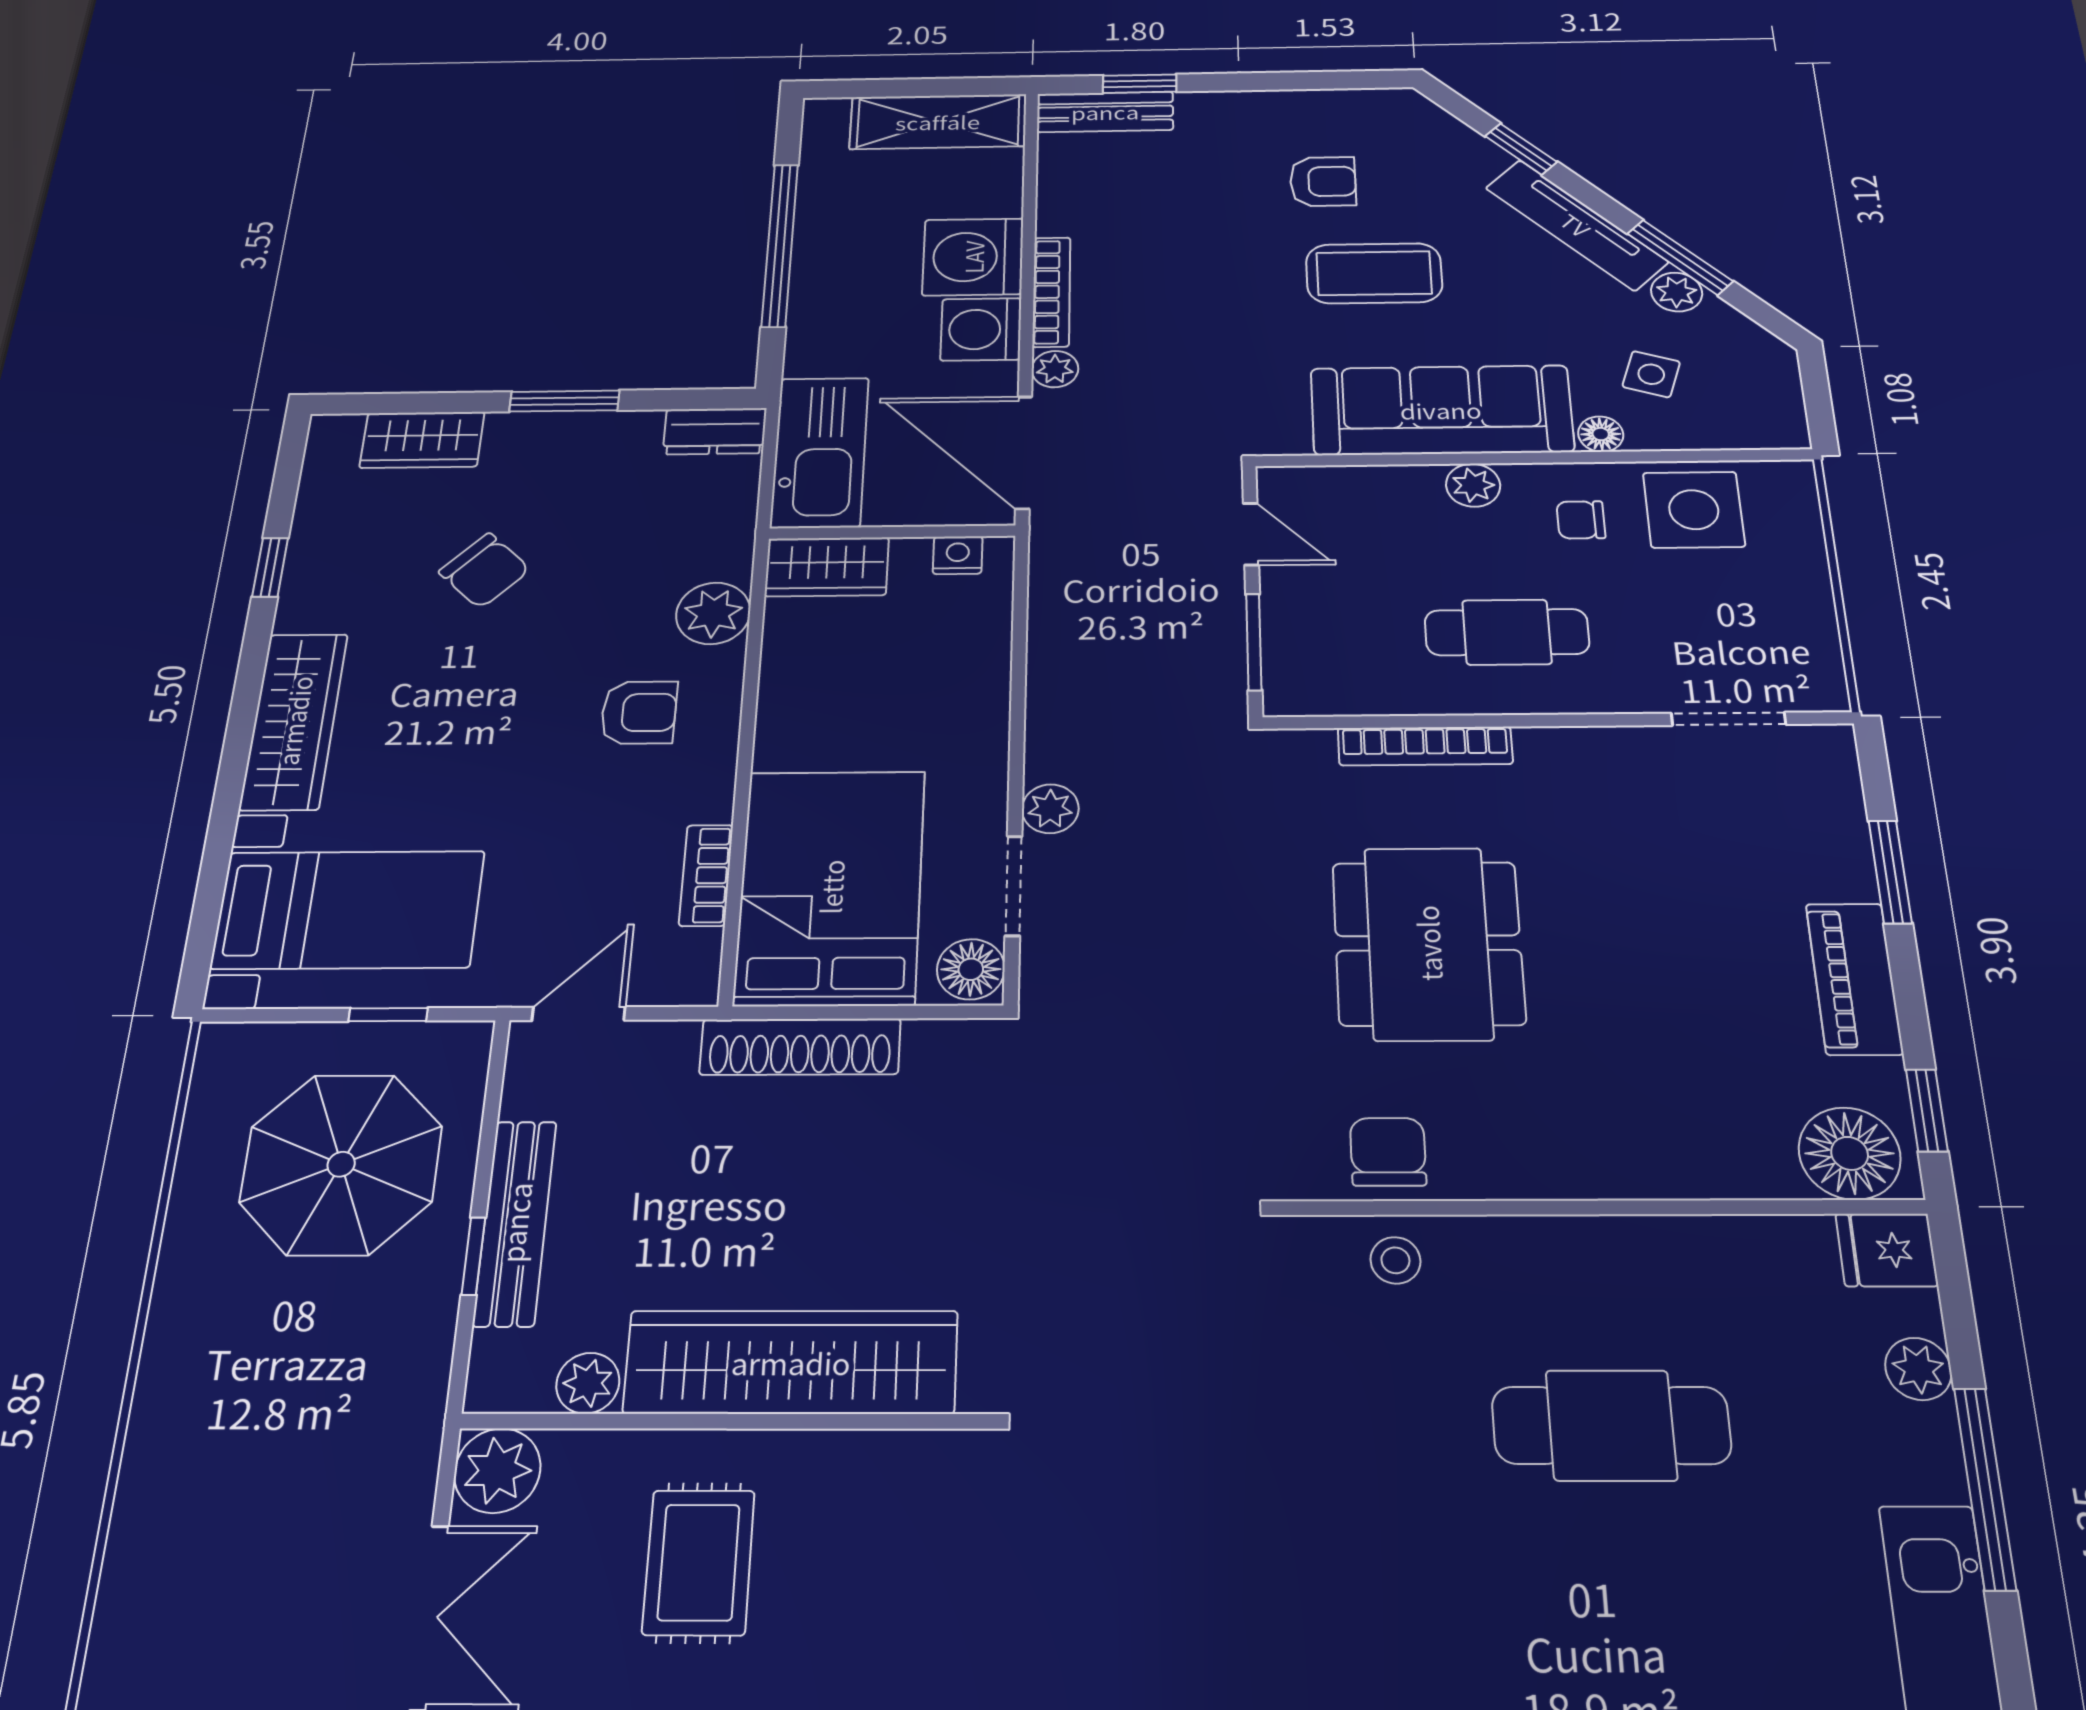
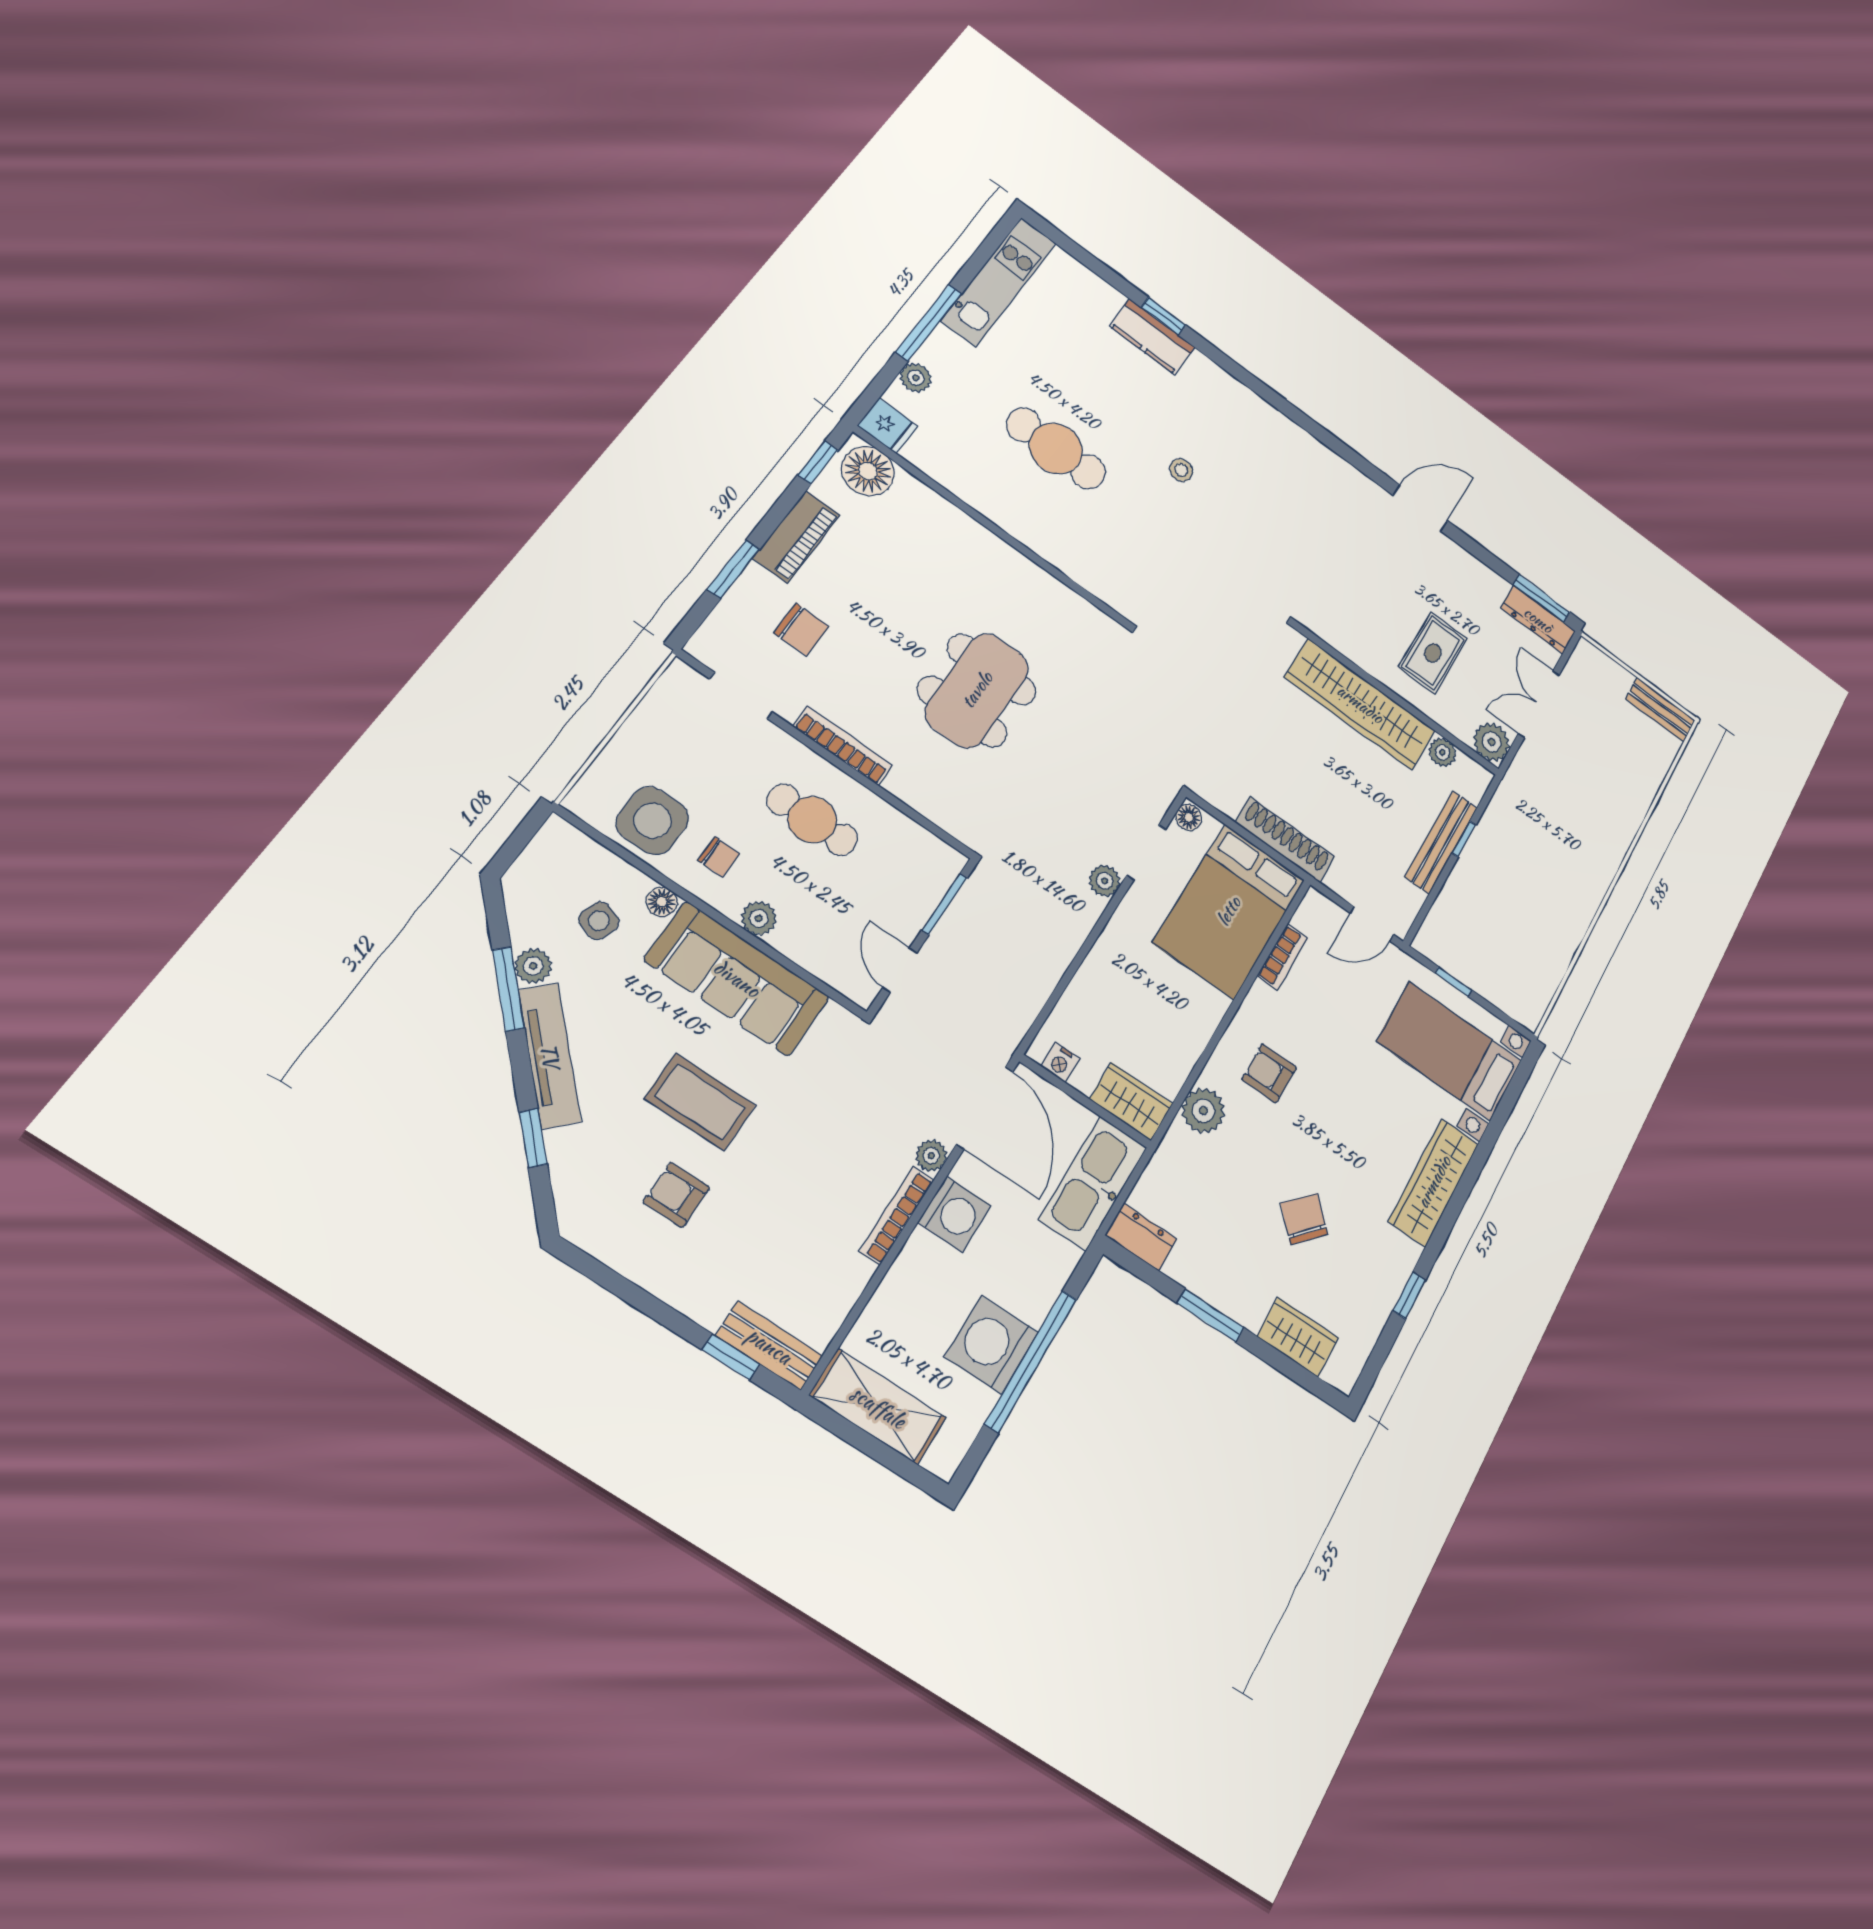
washing machine: (973, 257) -> (992, 1345), moved, turned 180
bookcase: (1425, 746) -> (843, 746), moved
floor lamp: (971, 969) -> (1189, 817), width x0.73, depth x0.73
chair: (1388, 1152) -> (801, 629), moved, turned -90
parasol: (341, 1164) -> (1501, 920), removed
stool: (1395, 1260) -> (1181, 470), moved

